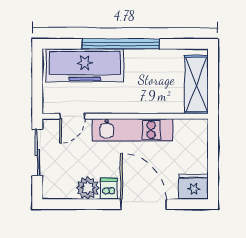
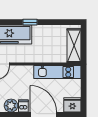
window: (121, 44) -> (30, 22), width x0.32
kitchen unit: (133, 130) -> (57, 72), moved

